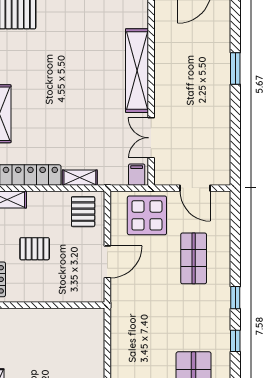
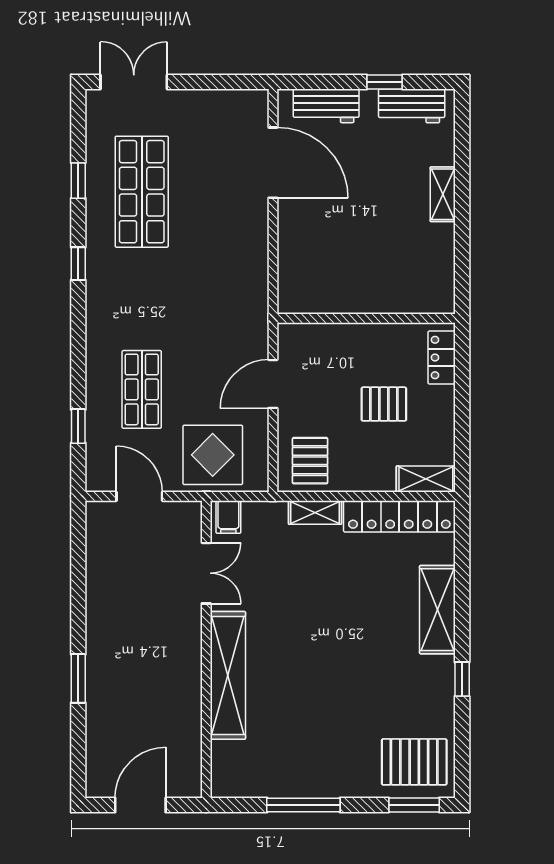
window: (235, 298) -> (78, 426), moved

